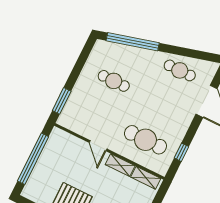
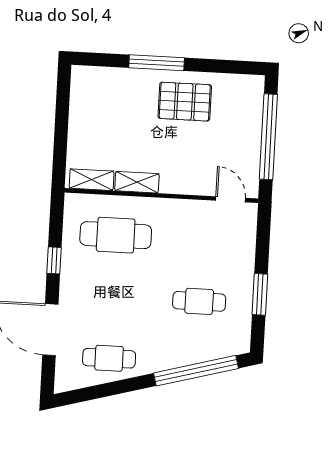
window: (62, 101) -> (260, 294), moved
door: (98, 146) -> (231, 199), moved
window: (181, 152) -> (54, 260), moved

